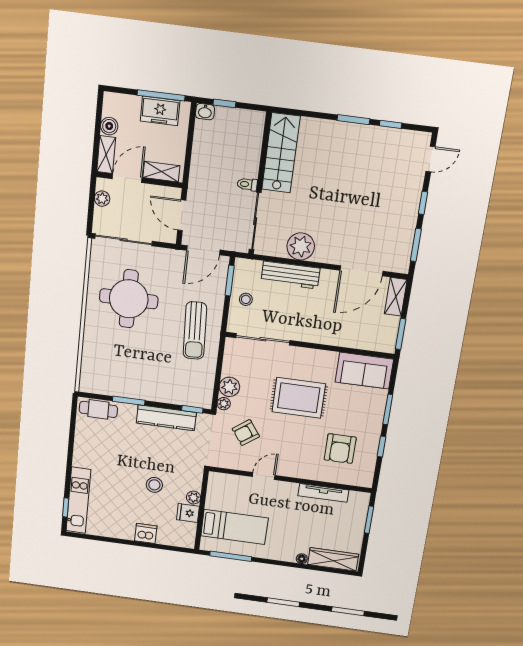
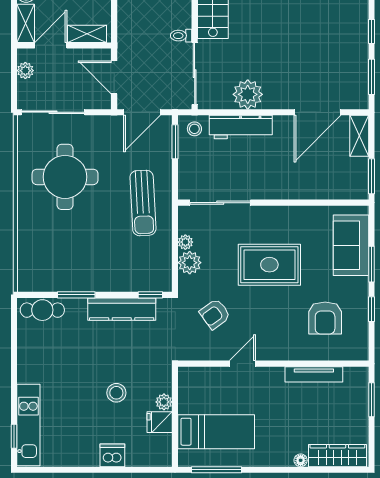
stool: (246, 299) -> (194, 129), moved
sofa: (364, 371) -> (351, 245), moved, turned 90
plant: (224, 404) -> (185, 242), moved

